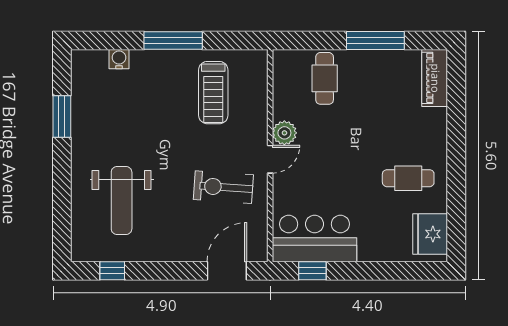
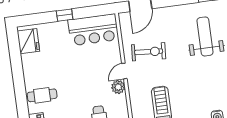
cafe table: (408, 178) -> (42, 95), moved
window: (312, 271) -> (65, 15), moved

